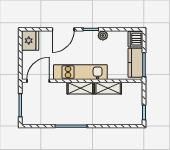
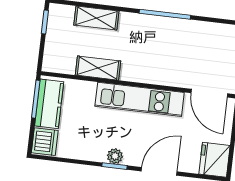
plant: (103, 36) -> (115, 156), moved
door: (38, 81) -> (209, 93), hinge flipped
shelving: (80, 88) -> (96, 18), moved

